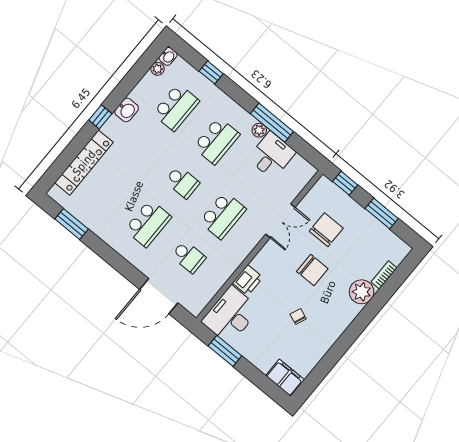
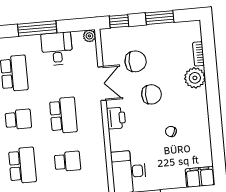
plant: (259, 130) -> (89, 36), moved
chair: (326, 230) -> (136, 61), turned 90
printer: (248, 280) -> (116, 118), moved

